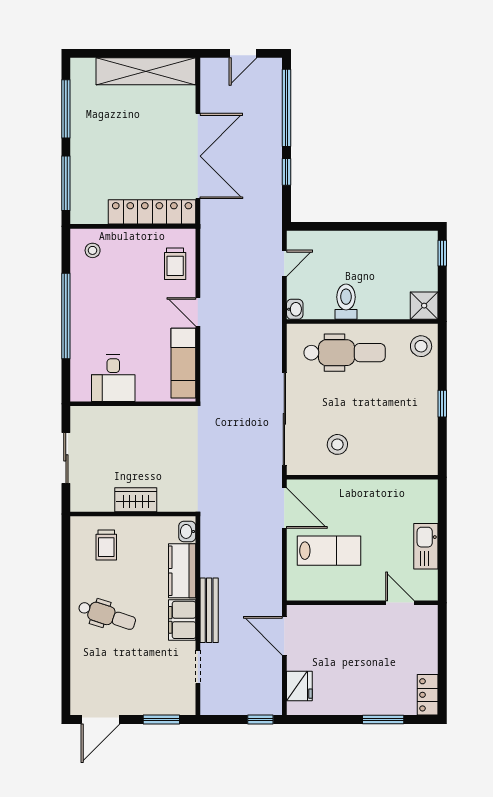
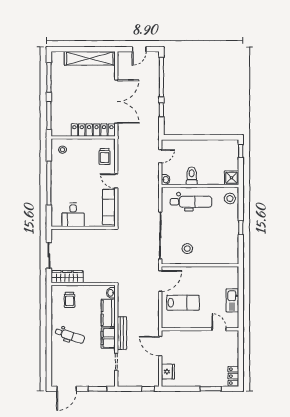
wardrobe: (136, 500) -> (67, 277), moved, width x1.50
door: (284, 508) -> (160, 281), hinge flipped

